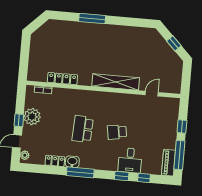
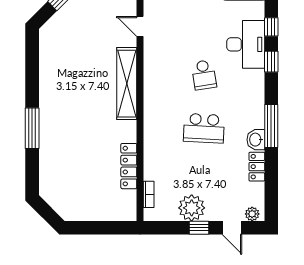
desk: (130, 160) -> (246, 44), width x1.37

